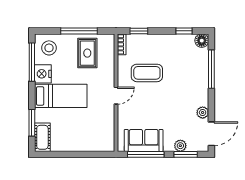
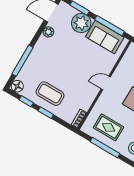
window: (139, 31) -> (46, 113), moved
rug: (87, 53) -> (109, 127), turned 90
coffee table: (147, 73) -> (50, 94), moved
plant: (180, 146) -> (81, 23), width x1.88, depth x1.88

